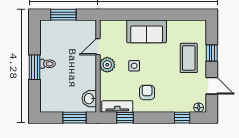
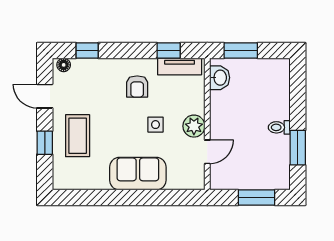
window: (34, 67) -> (298, 148), moved

